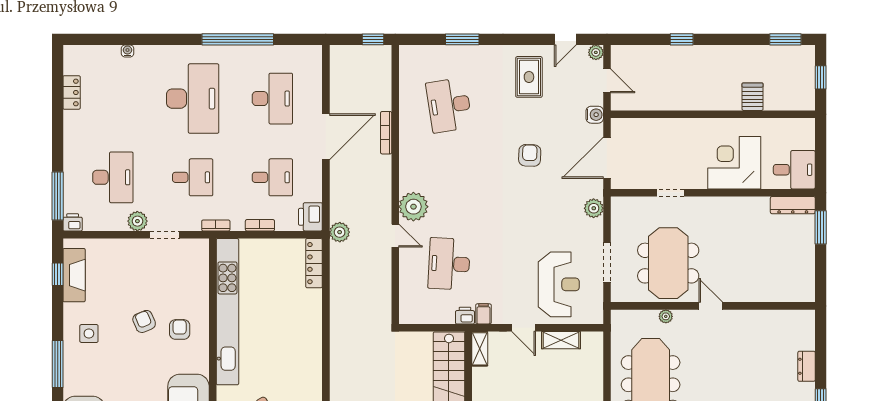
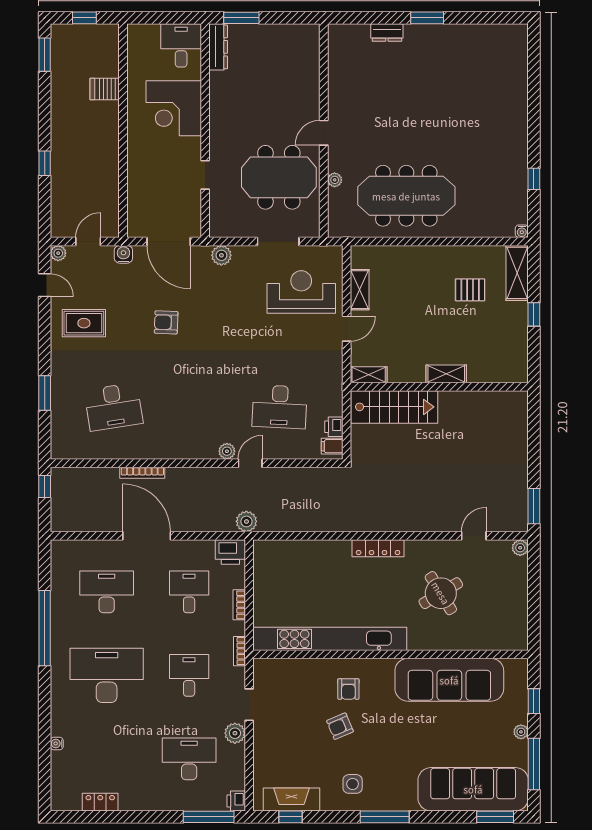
plant: (413, 207) -> (227, 451), width x0.53, depth x0.53
locker: (314, 263) -> (378, 548), moved
filing cabinet: (483, 314) -> (332, 446), moved
printer: (465, 316) -> (334, 427), moved
armchair: (180, 329) -> (348, 689), turned -90

